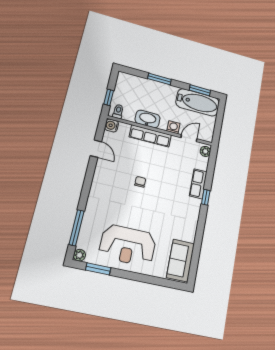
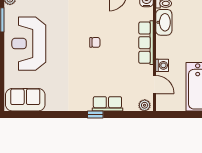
washbasin: (148, 119) -> (164, 22), moved

